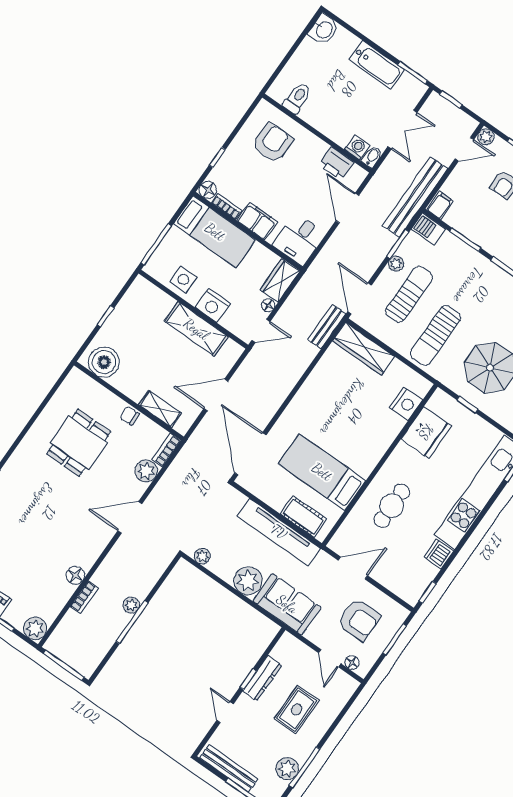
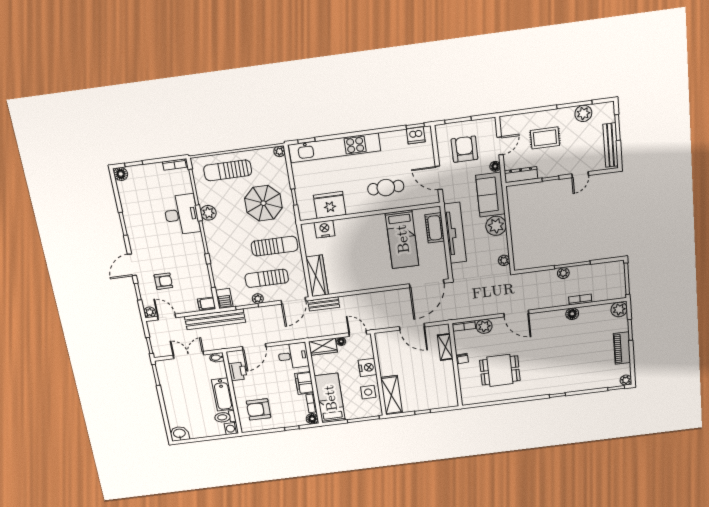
bathtub: (377, 65) -> (223, 394), moved, turned 180
washing machine: (357, 147) -> (231, 429), moved
shelving: (196, 329) -> (392, 395), moved
boiler: (104, 362) -> (447, 393), removed
dishwasher: (439, 554) -> (416, 135), moved
floor lamp: (352, 662) -> (495, 166), moved
dresser: (262, 678) -> (521, 175), moved

